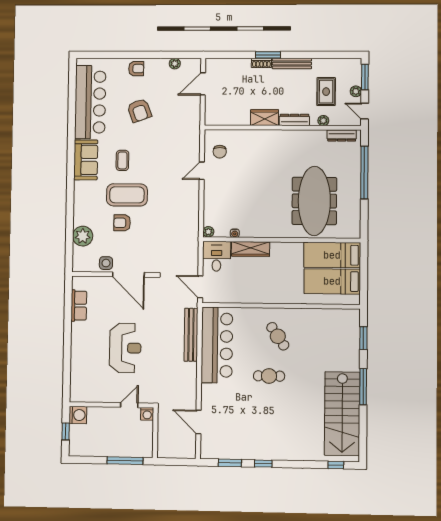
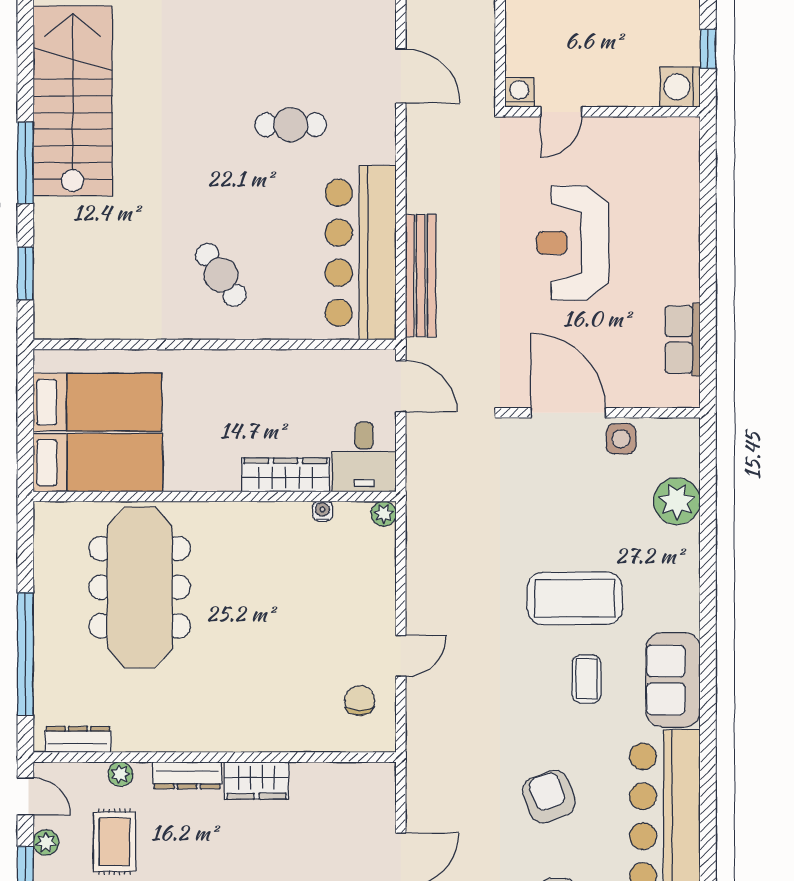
armchair: (122, 223) -> (585, 533), removed
cafe table: (269, 376) -> (291, 125), moved

